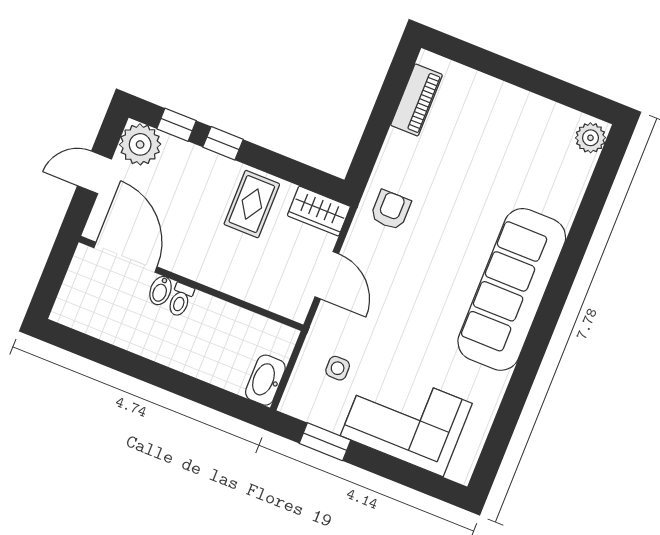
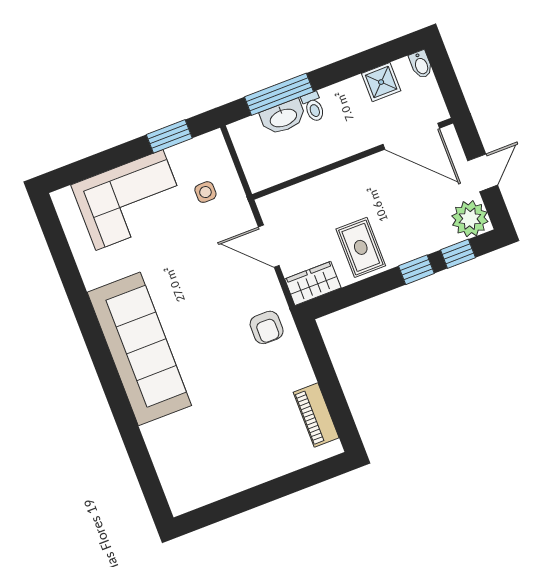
plant: (590, 138) -> (180, 496), removed
bidet: (160, 291) -> (421, 64), moved, turned 180
toilet: (180, 300) -> (313, 107), moved, turned 180
shower: (109, 325) -> (381, 82), added
washbasin: (265, 380) -> (283, 117), moved, turned 90
window: (202, 393) -> (279, 94), added

